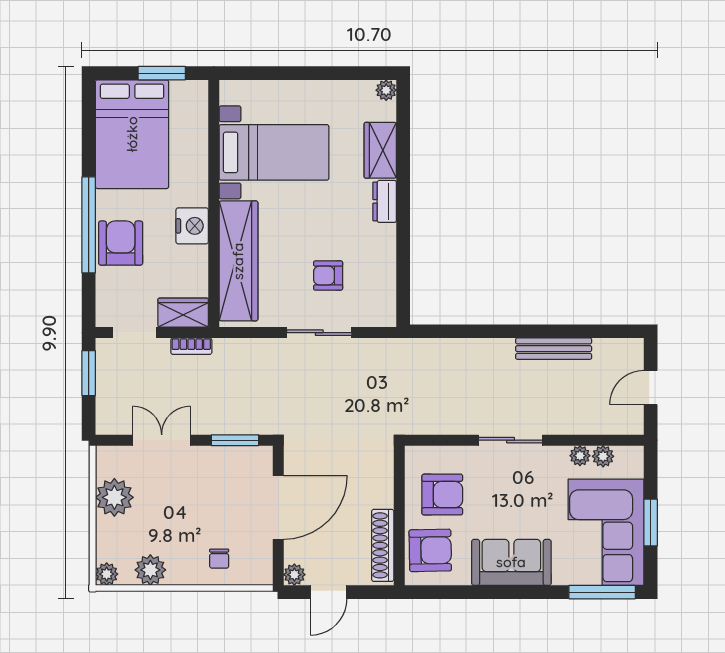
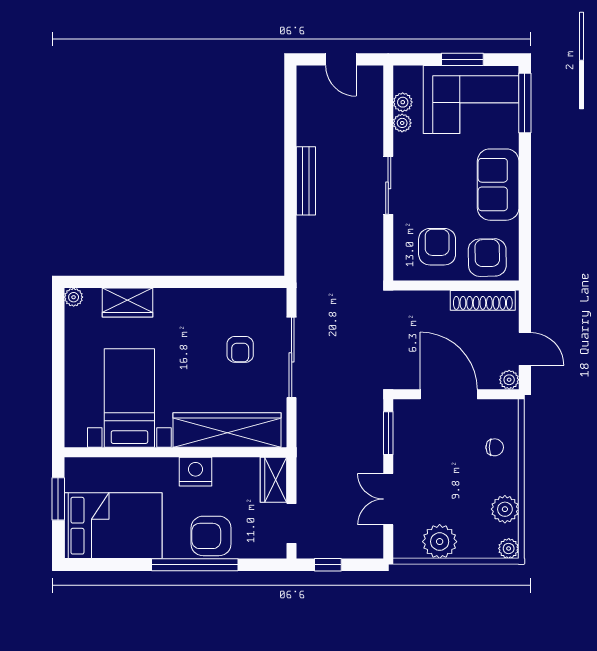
dresser: (385, 201) -> (174, 299), removed
sliding door: (319, 333) -> (292, 357), width x1.37
bookcase: (191, 346) -> (304, 472), removed
bench: (554, 349) -> (306, 181), moved
window: (89, 373) -> (328, 565), width x0.67

